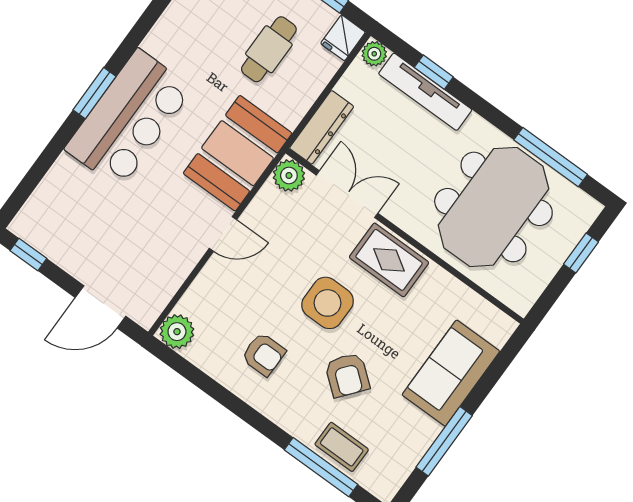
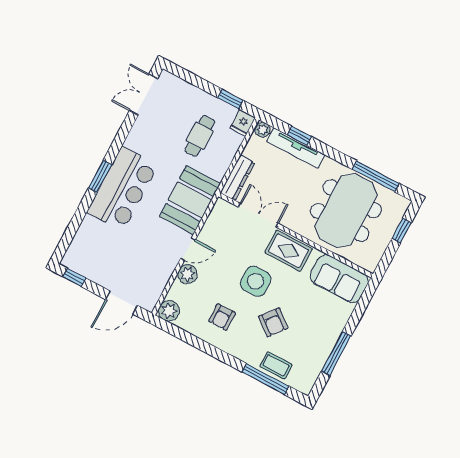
plant: (289, 175) -> (188, 274), moved
armchair: (263, 354) -> (222, 317), turned 90
sofa: (451, 373) -> (339, 279), moved, turned -90

